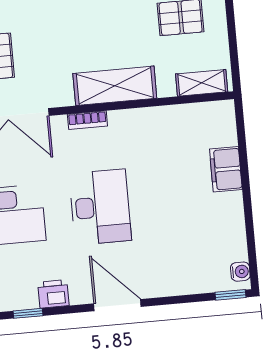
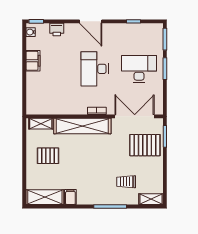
shelving: (115, 86) -> (82, 126), width x1.47
filing cabinet: (226, 169) -> (33, 61), moved
printer: (53, 294) -> (57, 30), moved

